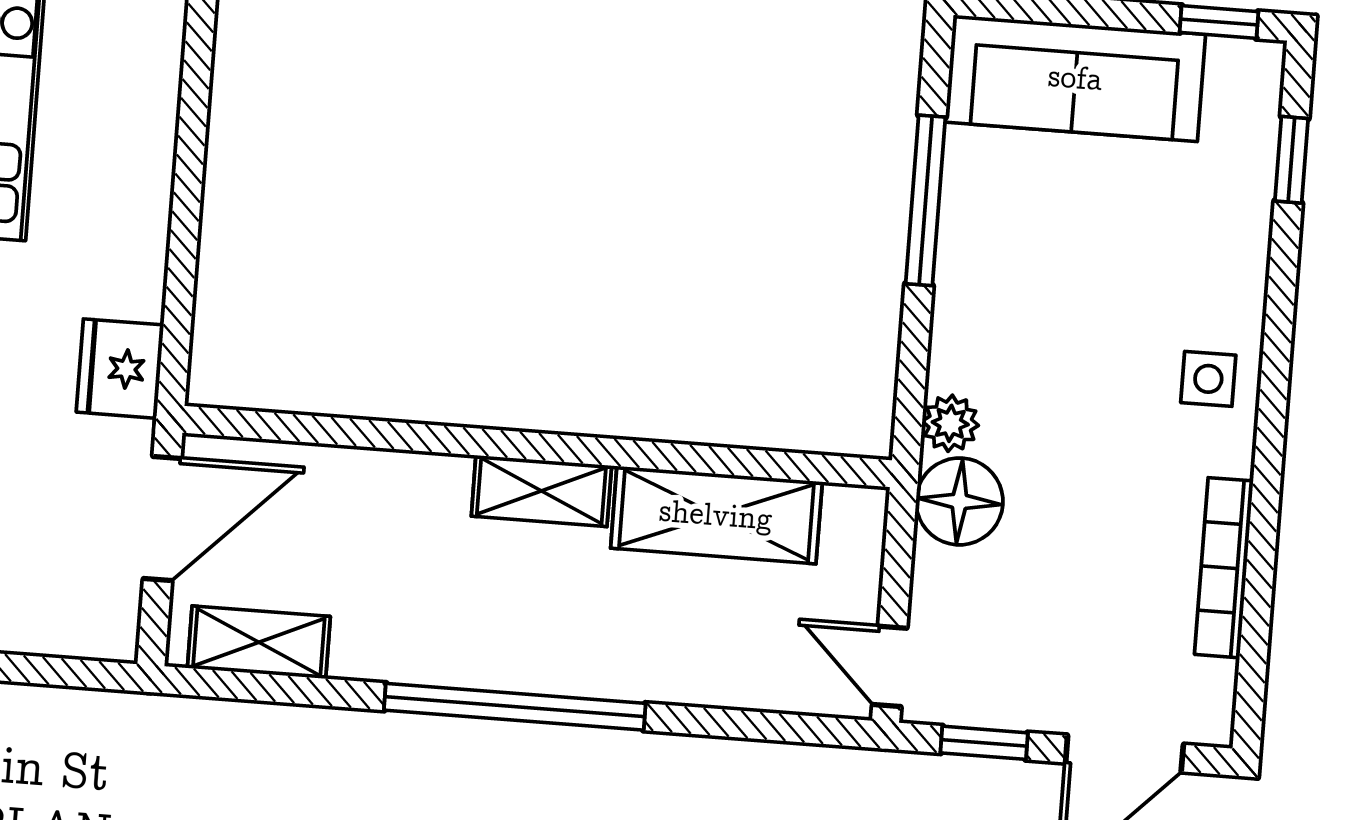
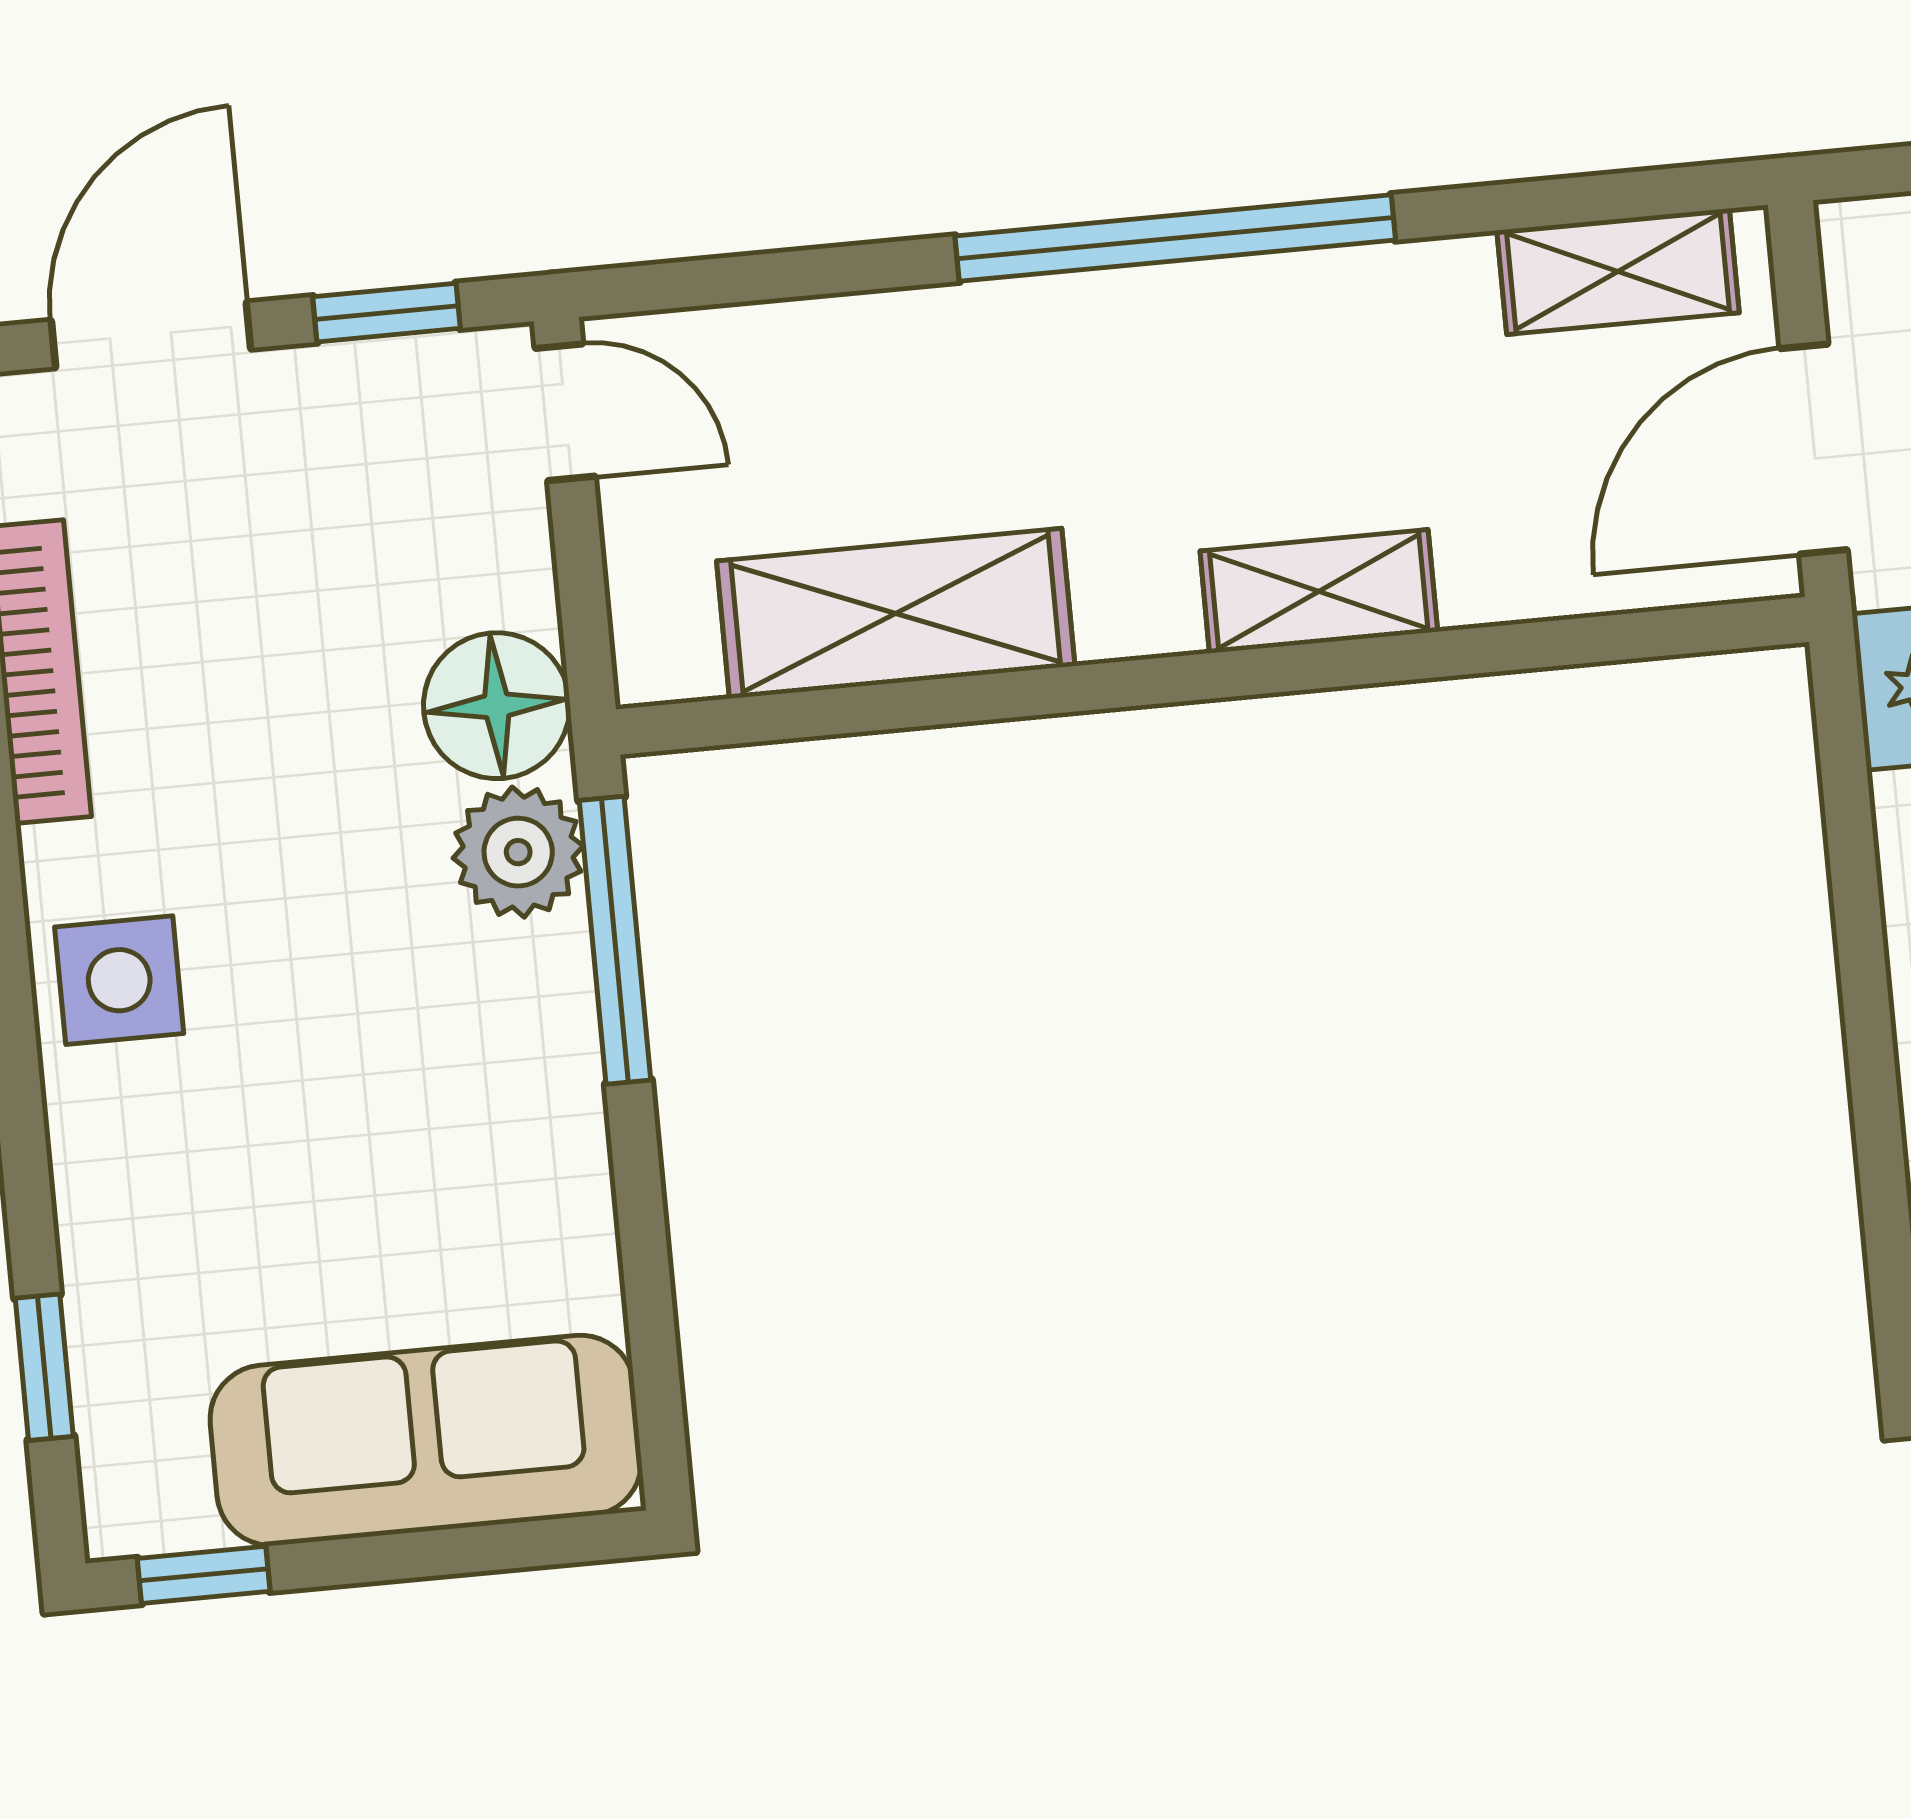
window: (926, 200) -> (615, 940), moved
side table: (1208, 379) -> (119, 980), width x1.37, depth x1.37
plant: (950, 423) -> (518, 852), width x1.38, depth x1.38
shelving: (541, 491) -> (1319, 591), moved

